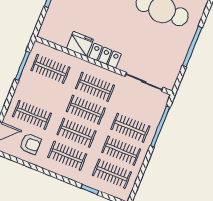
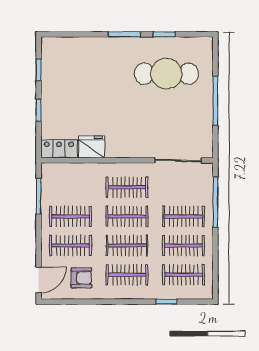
locker: (105, 56) -> (59, 149), moved
clothes rail: (50, 69) -> (70, 216), moved

